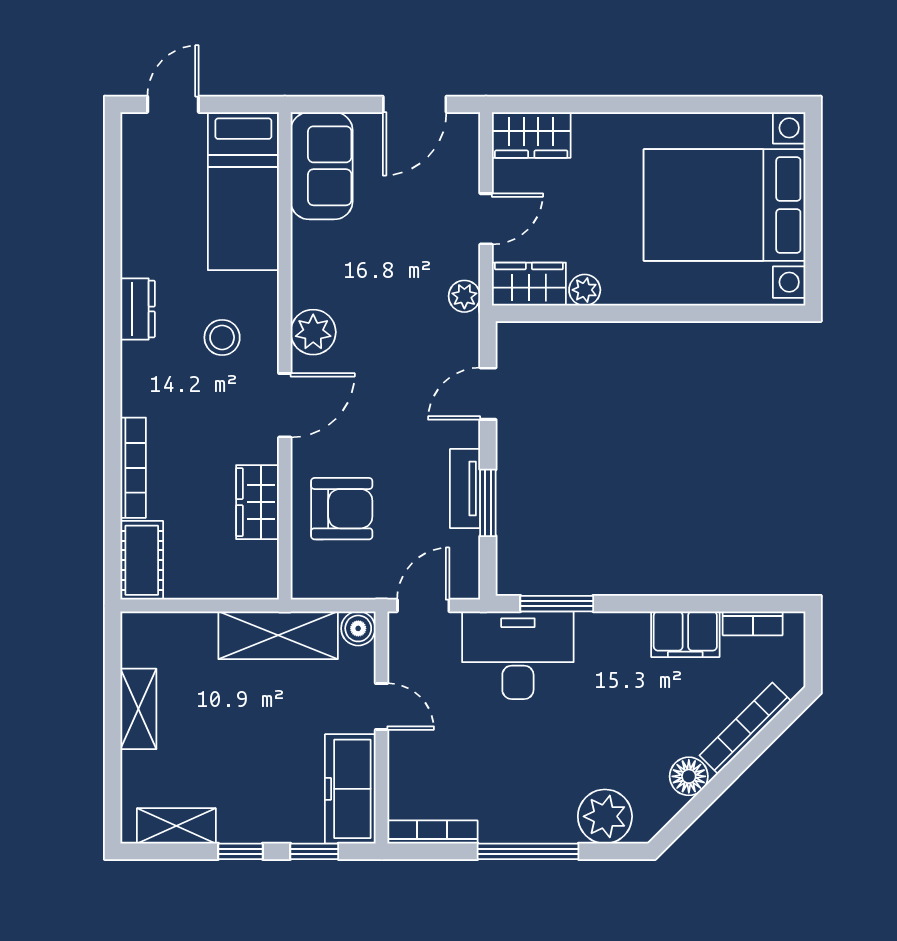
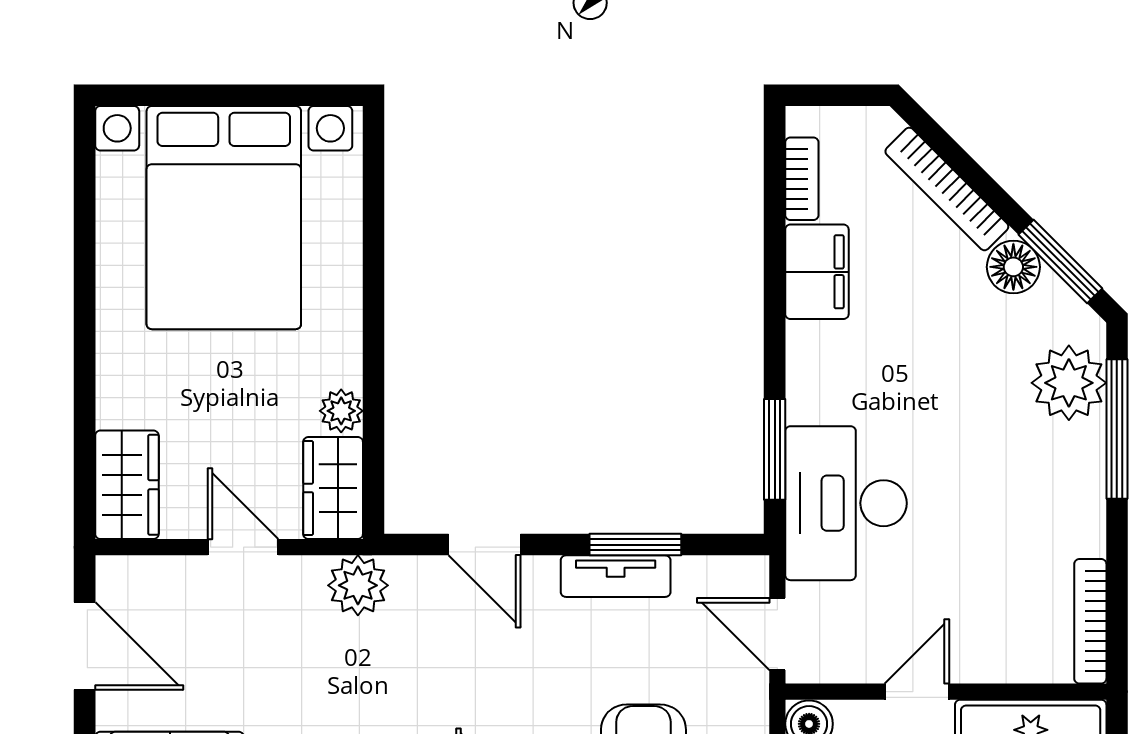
plant: (464, 296) -> (358, 585), width x1.38, depth x1.38
window: (693, 810) -> (1060, 261), added
window: (528, 851) -> (1117, 429), moved

